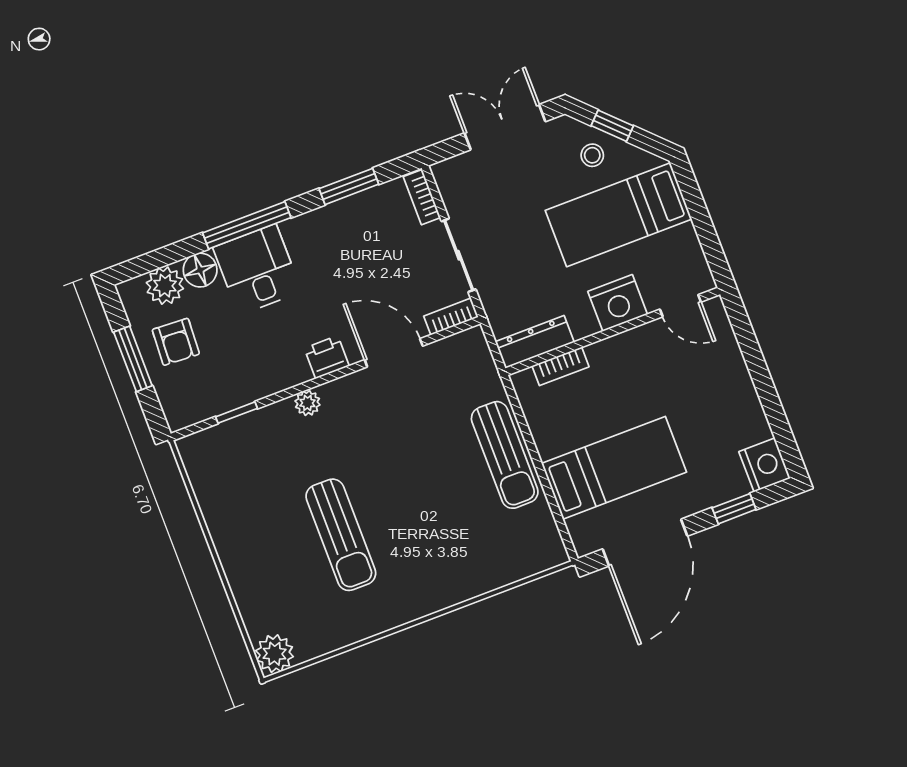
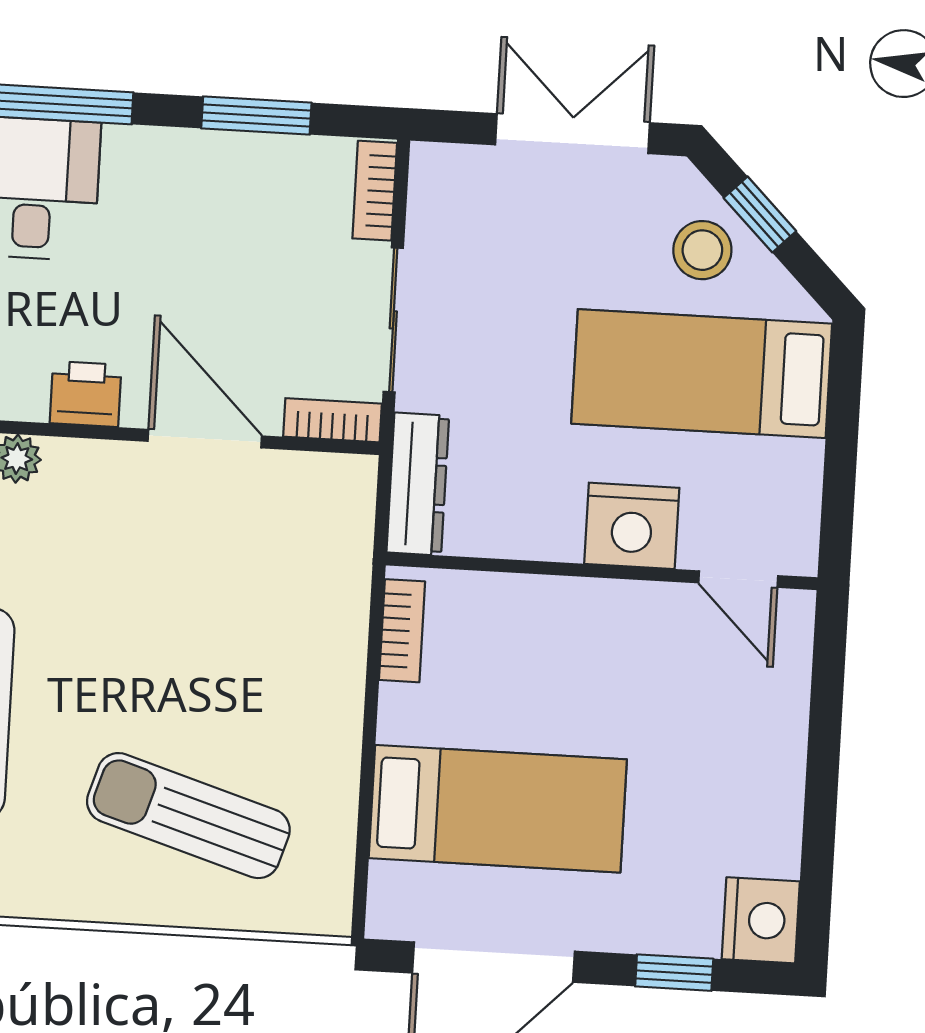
stool: (592, 155) -> (702, 250), width x1.37, depth x1.37
dresser: (535, 342) -> (418, 484), moved, turned 90
bookcase: (560, 366) -> (402, 631), moved, turned -90
sun lounger: (505, 455) -> (188, 816), moved, turned 107

